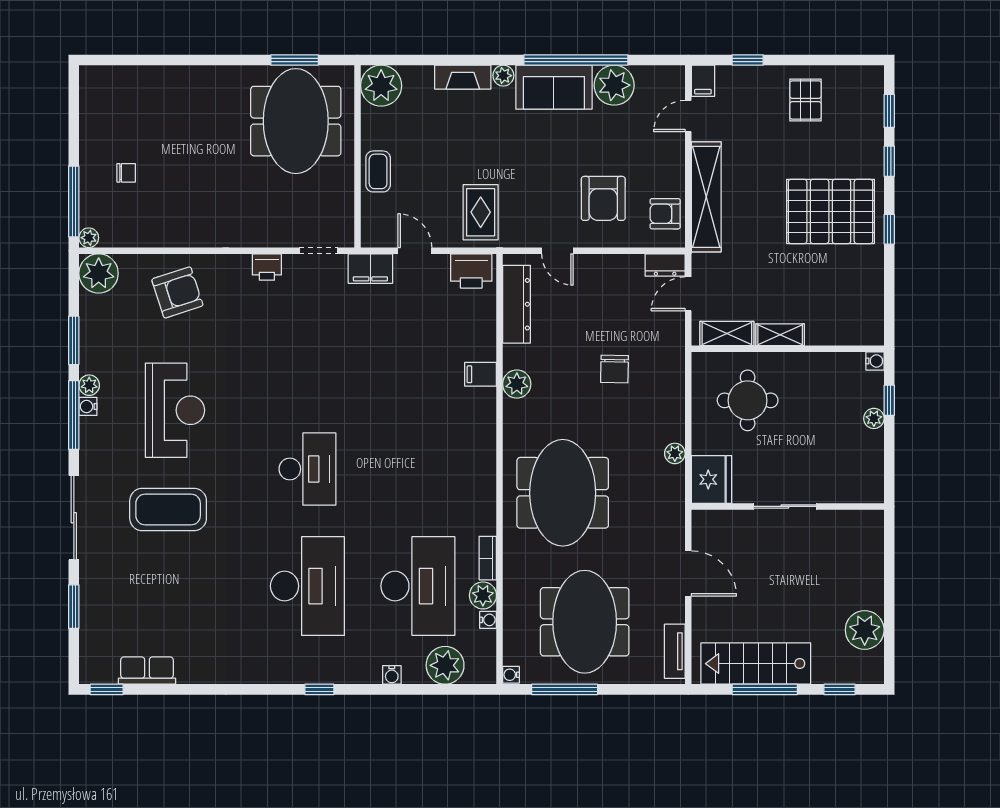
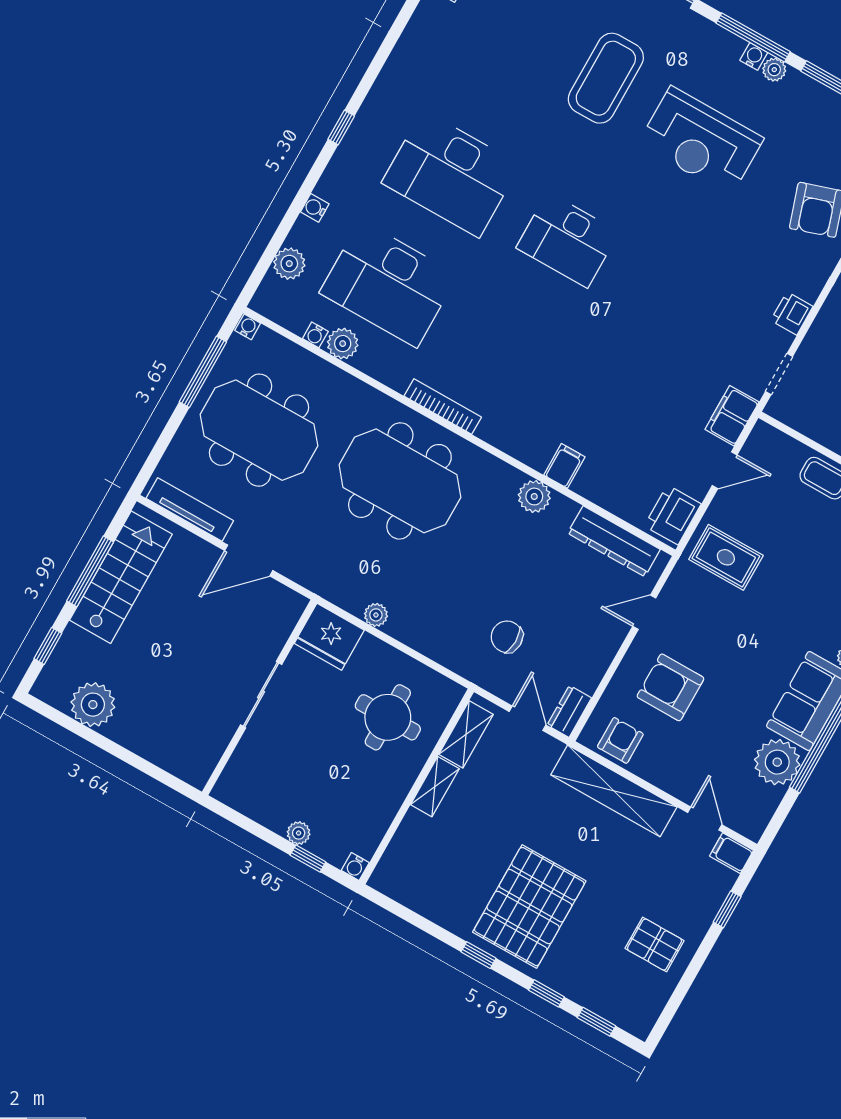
chair: (614, 369) -> (507, 637), moved
bookcase: (488, 558) -> (443, 407), moved, width x1.56
tv unit: (675, 651) -> (190, 509), width x1.41
plant: (445, 665) -> (289, 264), width x0.73, depth x0.73

